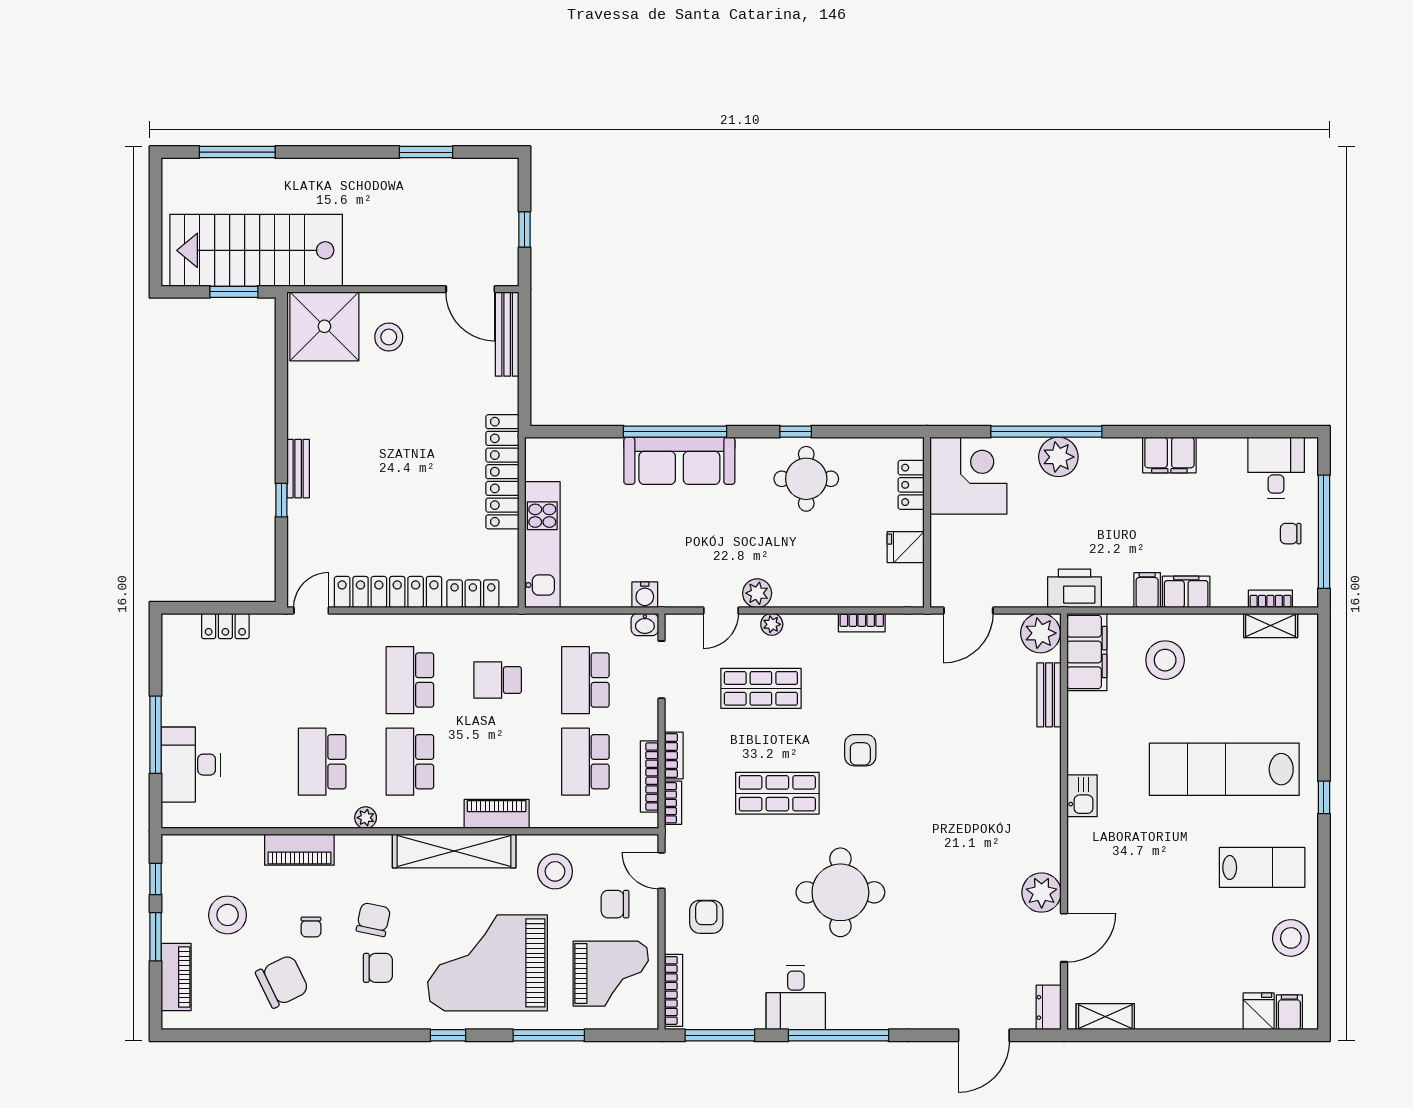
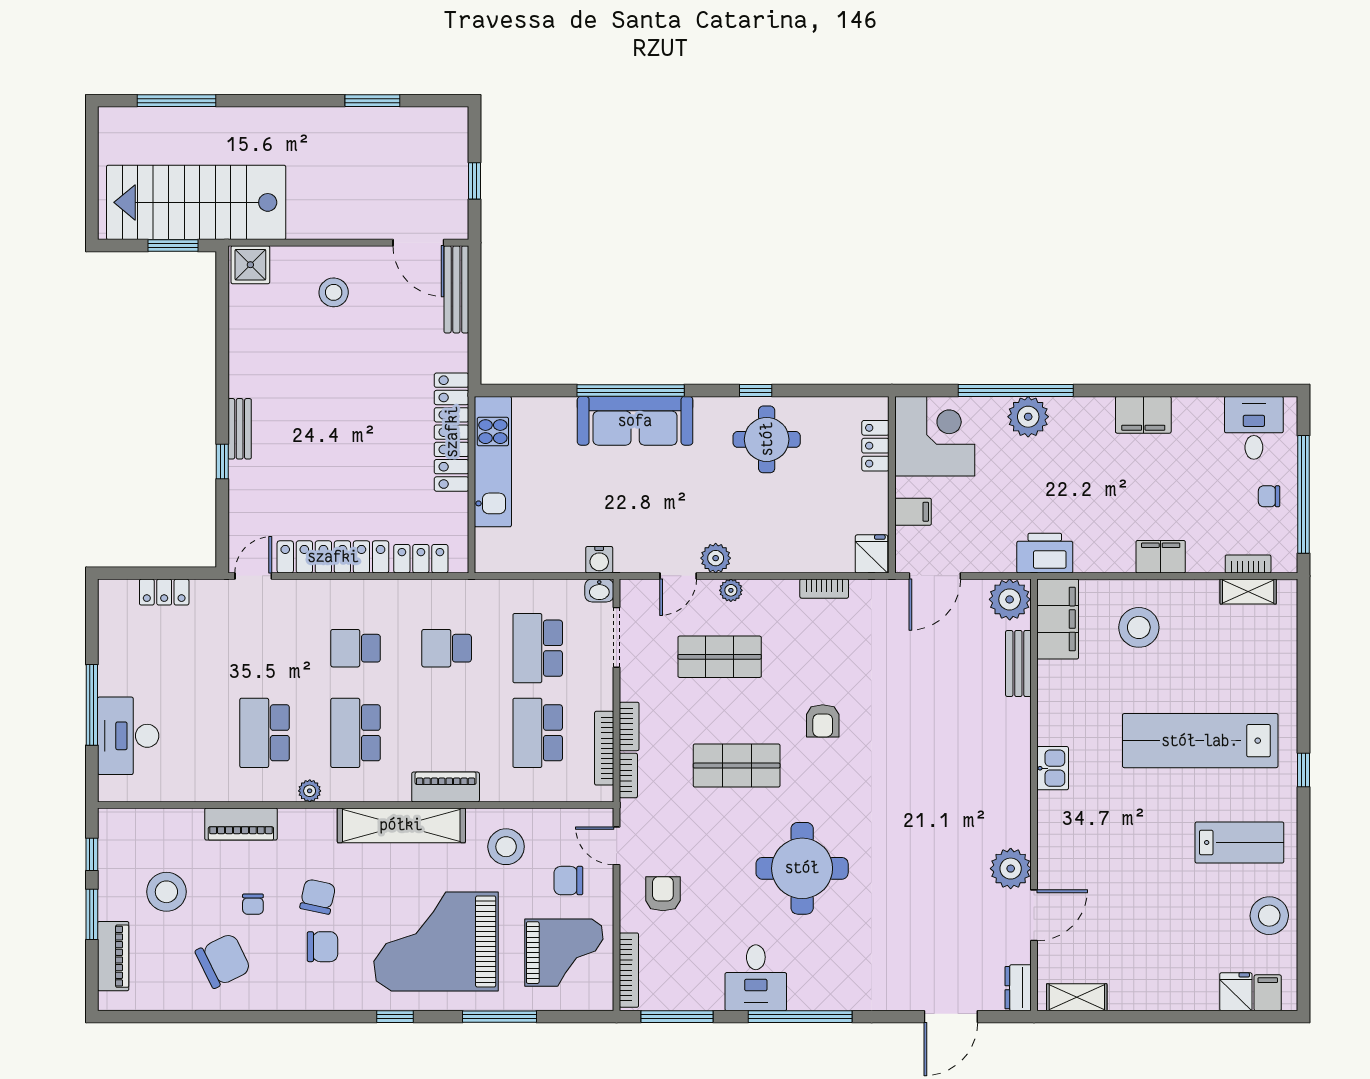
shower: (324, 326) -> (250, 265), width x0.54, depth x0.54
kitchen unit: (542, 545) -> (493, 462), moved
fridge: (906, 547) -> (871, 554), moved, turned 90
filing cabinet: (1147, 590) -> (913, 512), moved, turned 90
school desk: (410, 680) -> (356, 648), width x0.54

